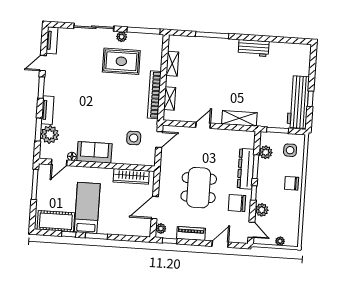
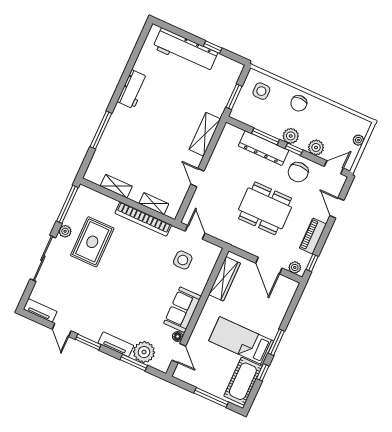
workbench: (298, 102) -> (185, 50), moved
plant: (266, 152) -> (291, 136), moved
window: (35, 184) -> (211, 397), moved

